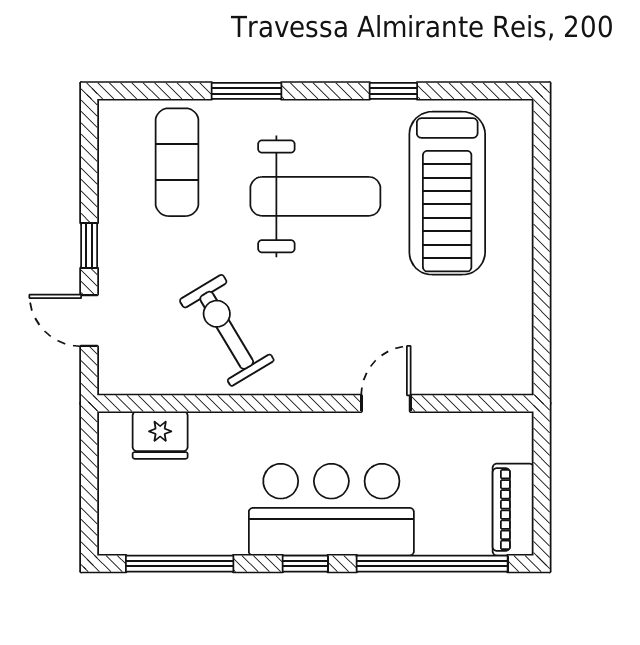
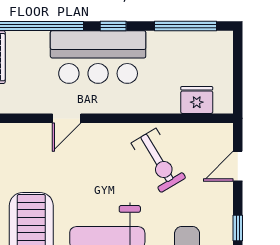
window: (89, 245) -> (238, 228), moved
door: (89, 320) -> (238, 166), swing flipped

